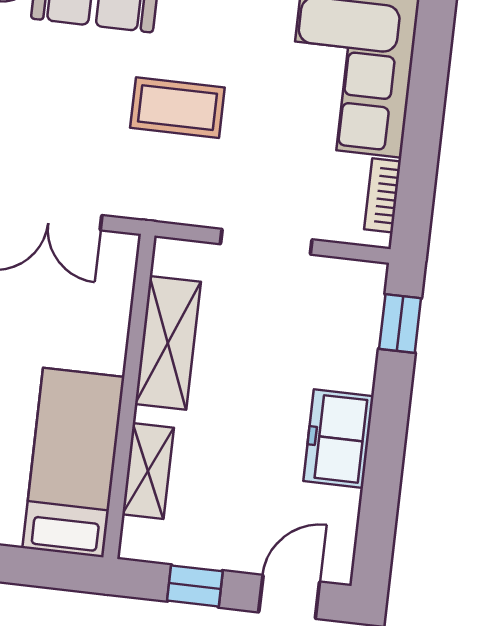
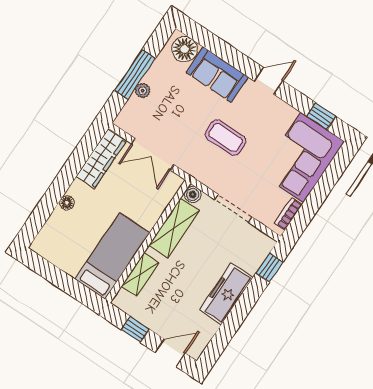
boiler: (171, 256) -> (193, 194), added
freezer: (338, 439) -> (226, 294), width x1.40

